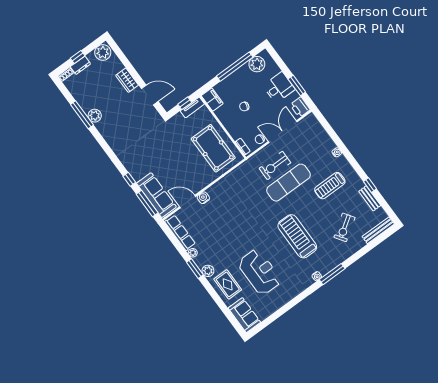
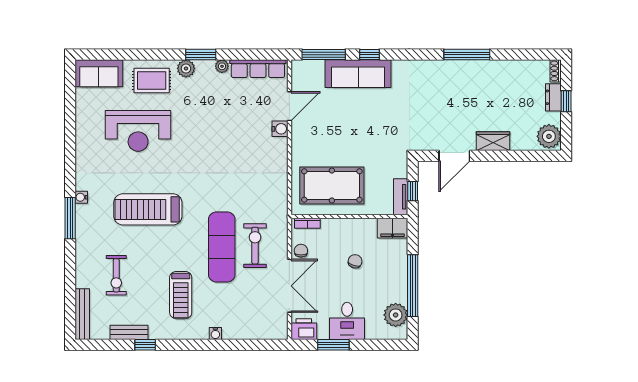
window: (82, 115) -> (467, 55), moved
plant: (95, 116) -> (479, 69), removed
treadmill: (330, 186) -> (181, 295), turned 180
sofa: (156, 195) -> (358, 74), moved
exercise bike: (344, 227) -> (116, 275), turned -146
treadmill: (297, 236) -> (148, 209), turned 180

